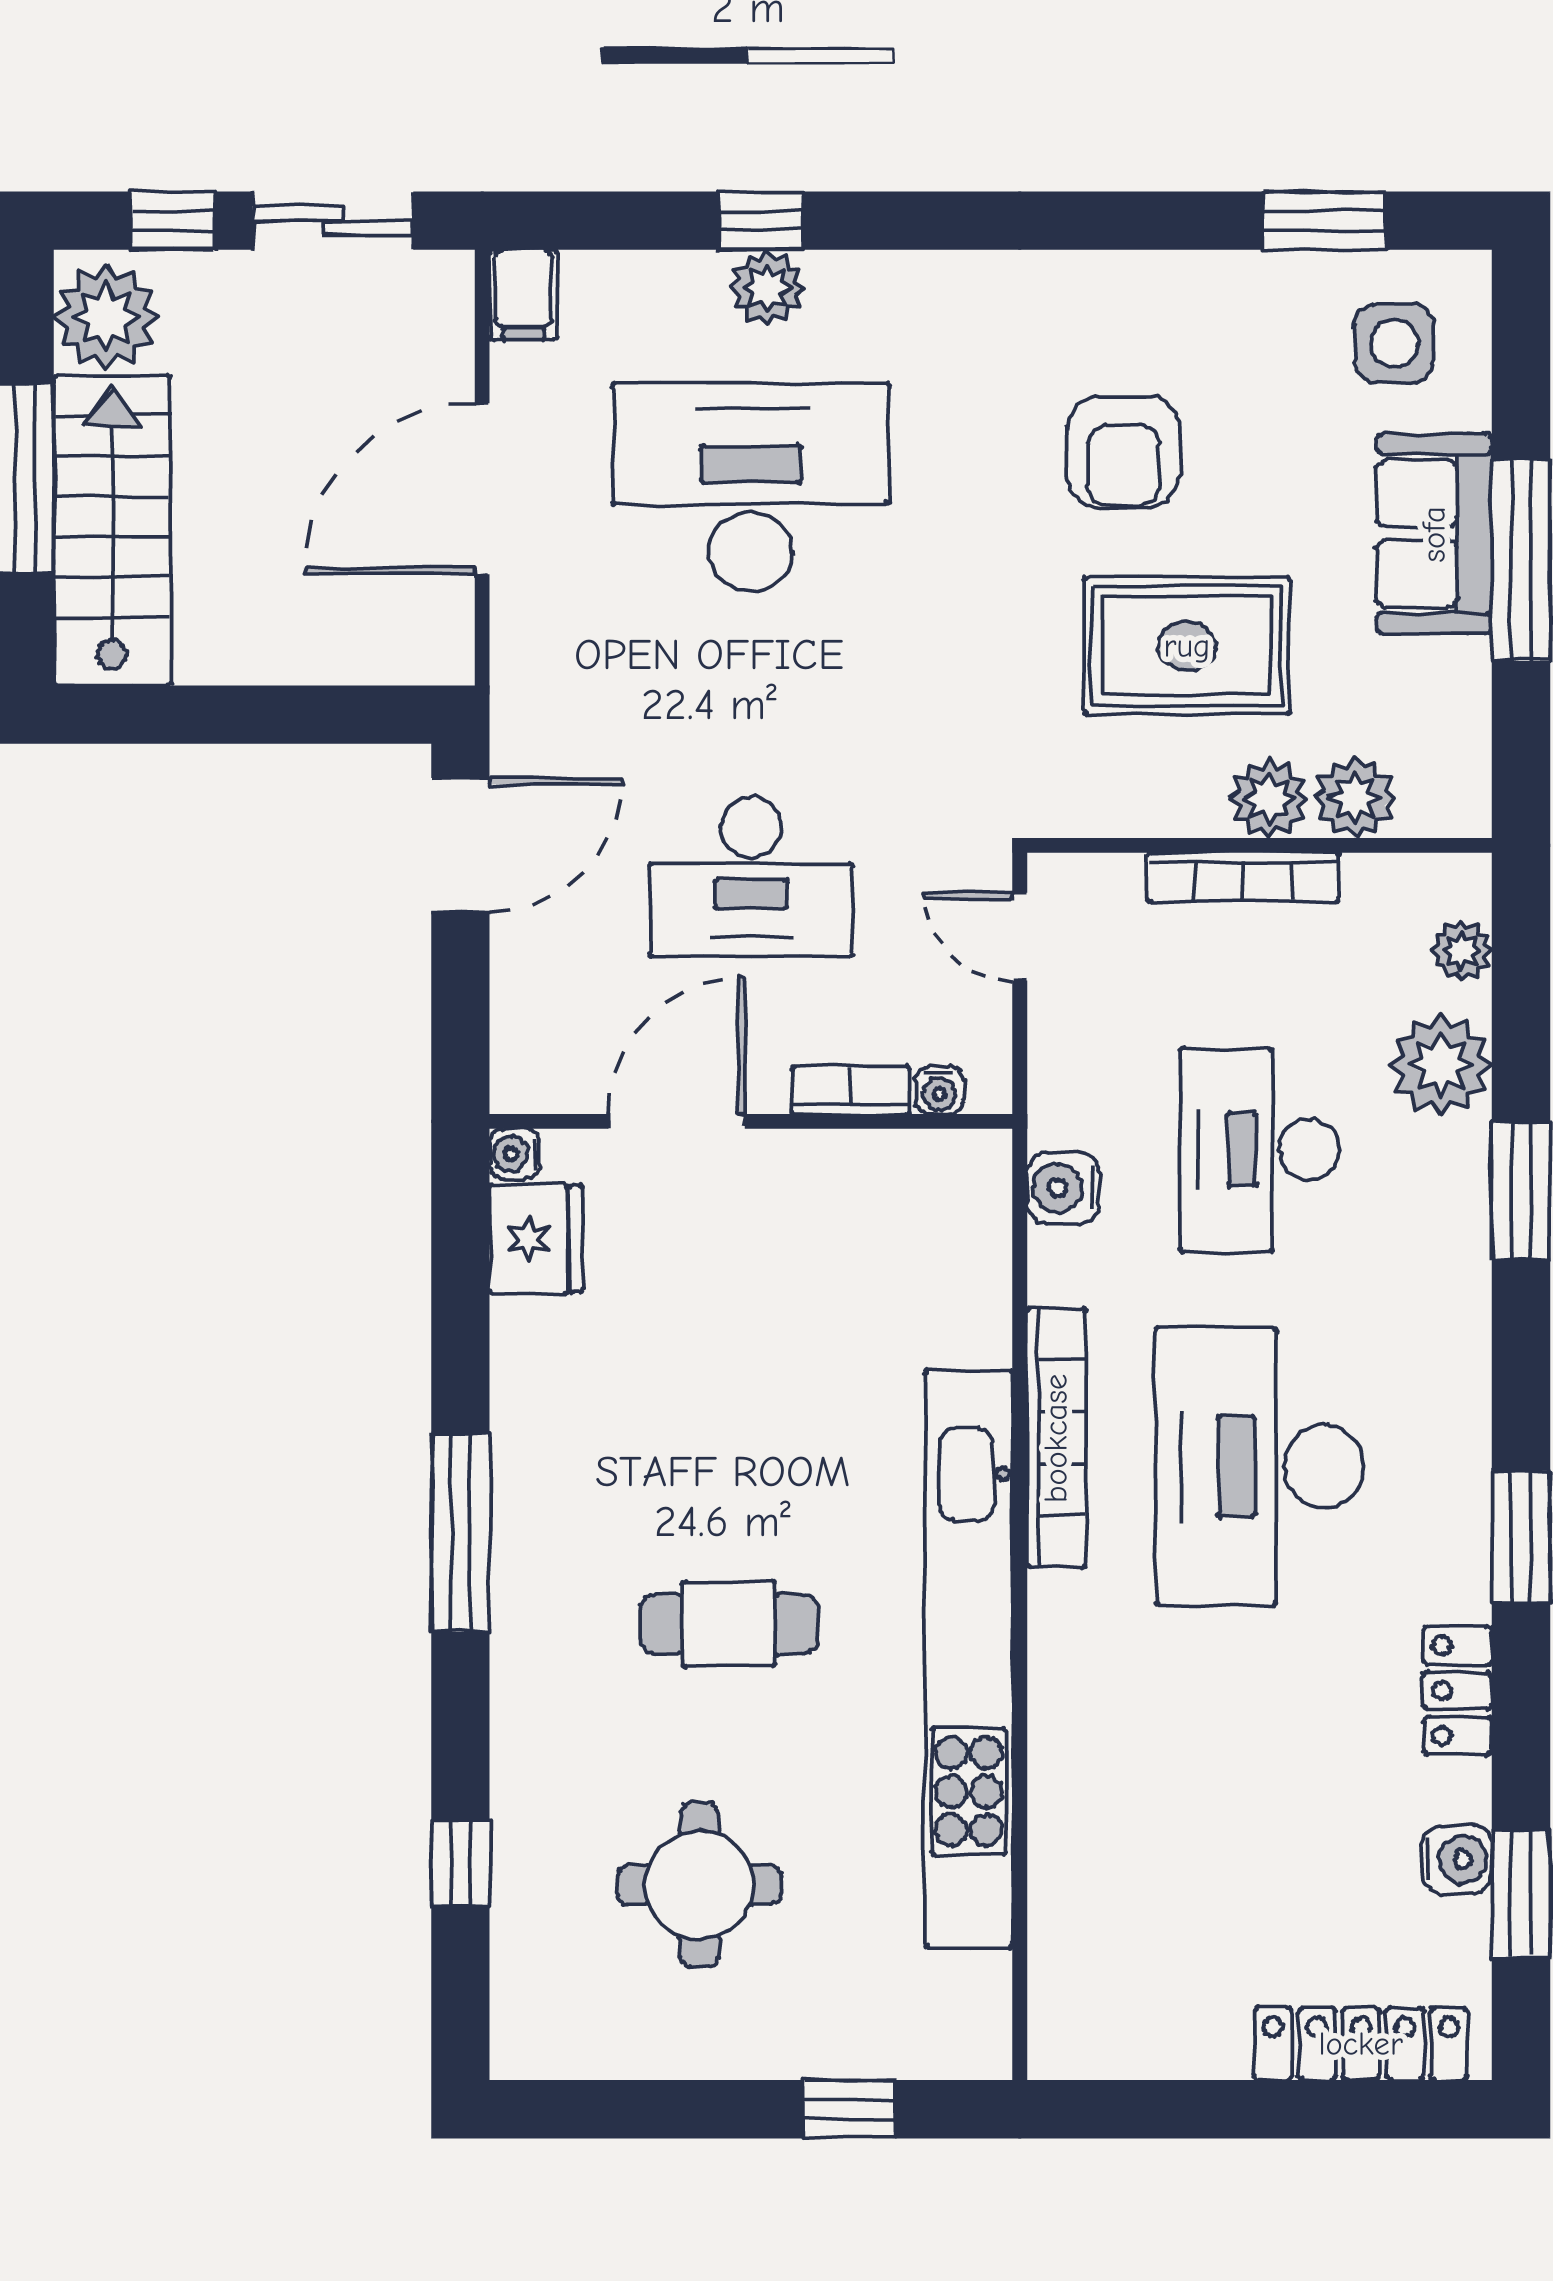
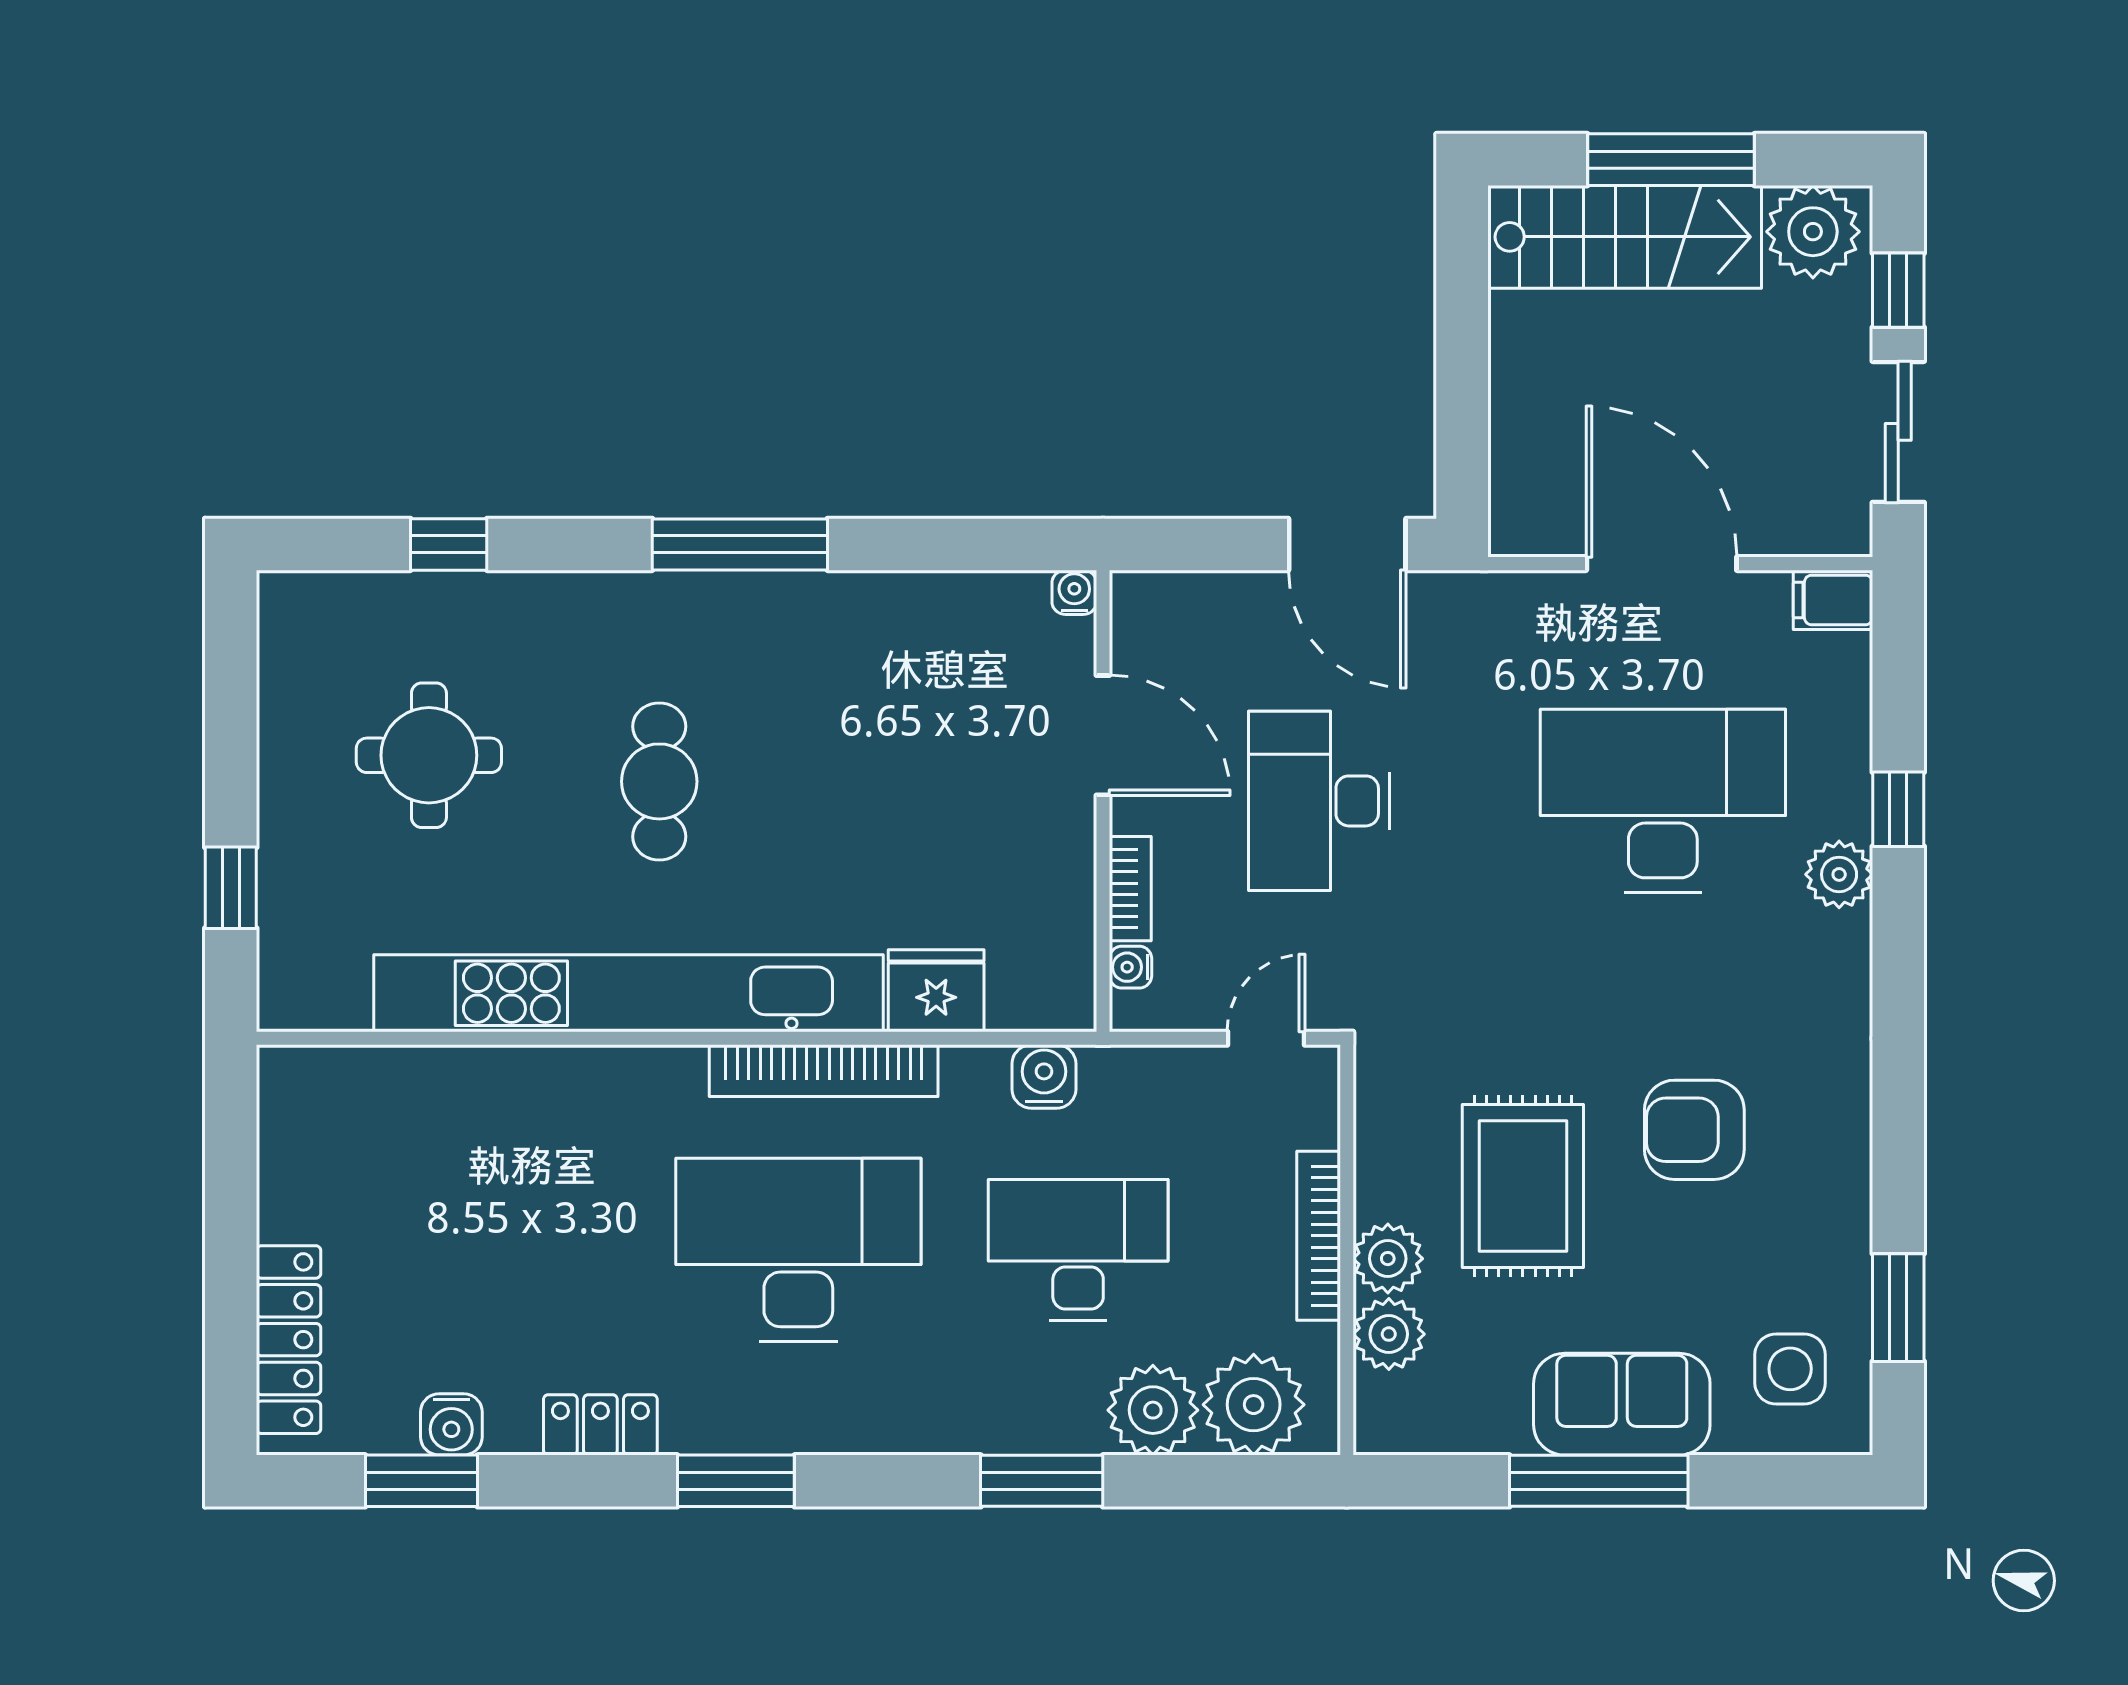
plant: (767, 288) -> (1839, 874), moved
desk: (751, 487) -> (1663, 801), turned -90
plant: (1461, 951) -> (1254, 1405), width x1.88, depth x1.88
fridge: (536, 1239) -> (936, 991), moved, turned 180

